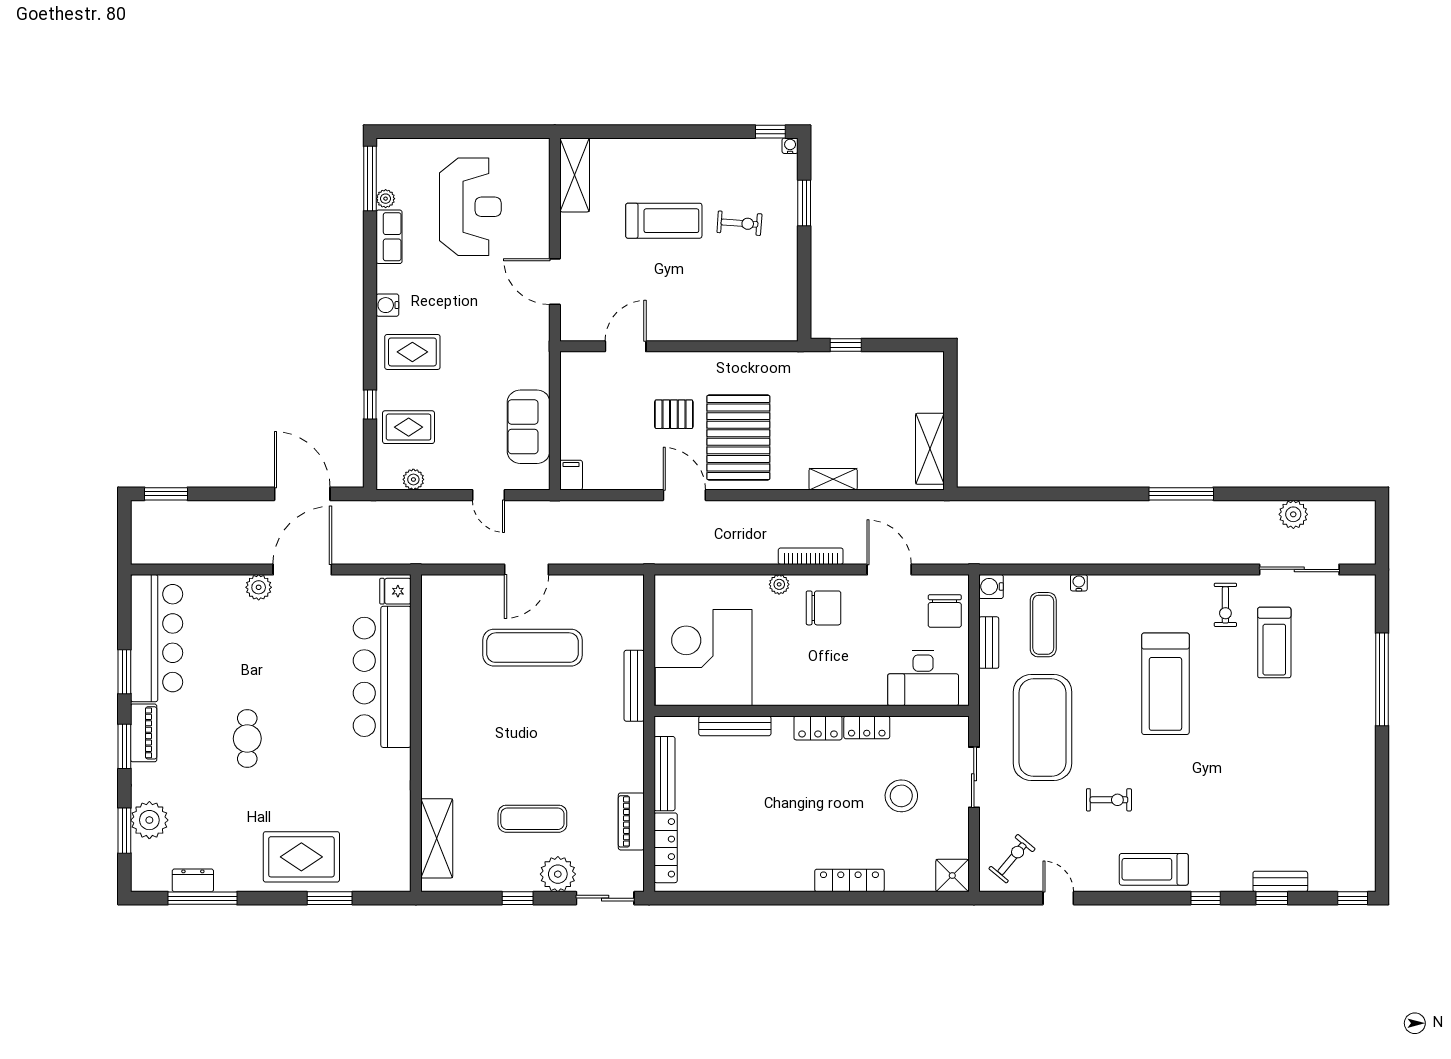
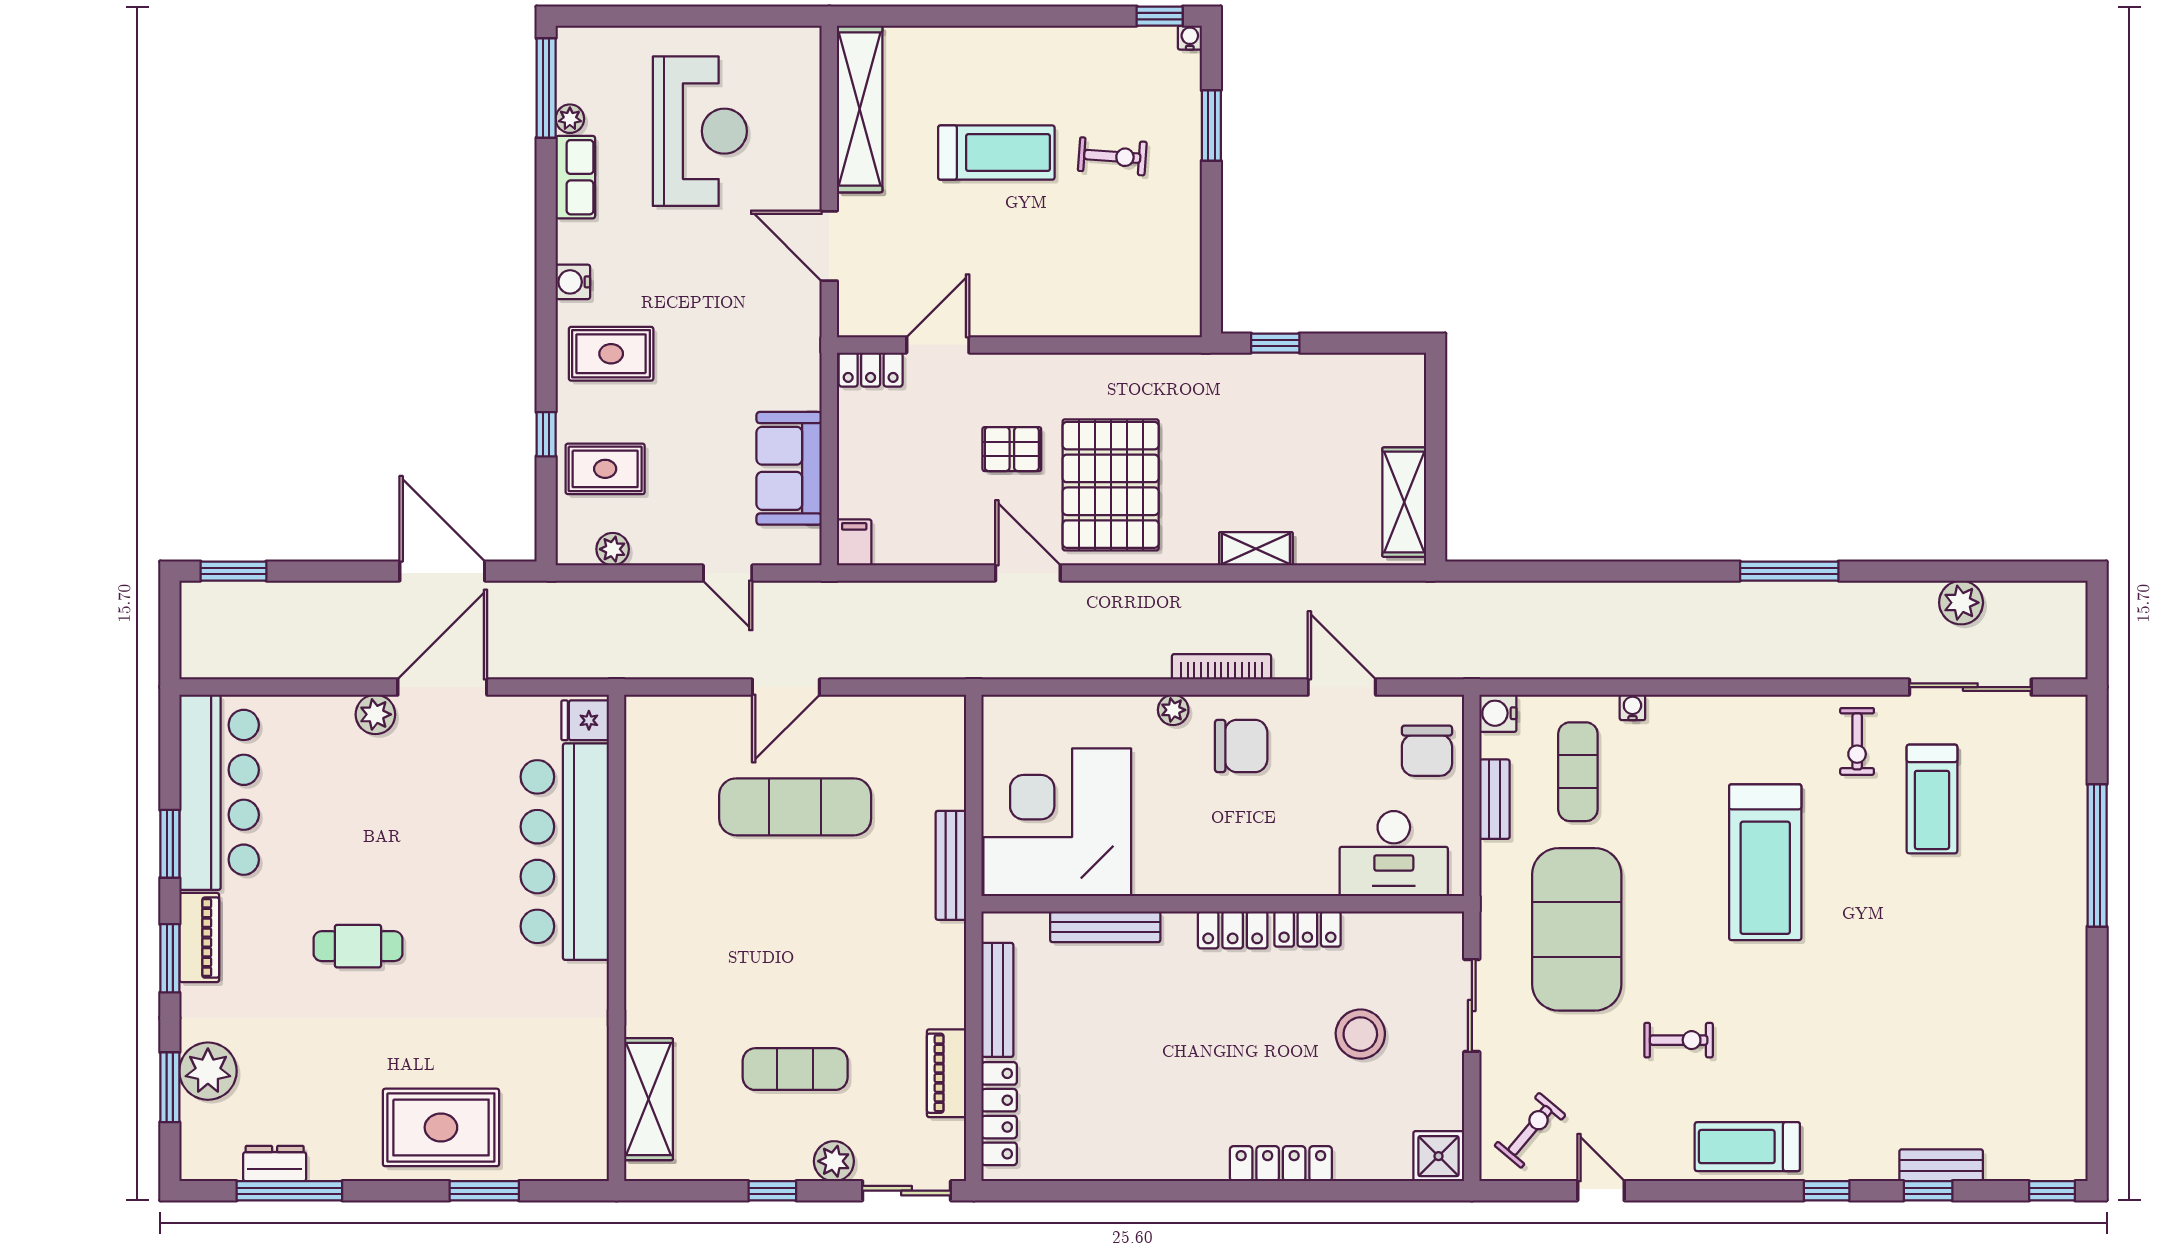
shelving: (575, 175) -> (860, 109), width x1.47
locker: (582, 362) -> (871, 370), added
cafe table: (247, 739) -> (358, 946), turned 90
plant: (558, 874) -> (834, 1161), width x0.73, depth x0.73

